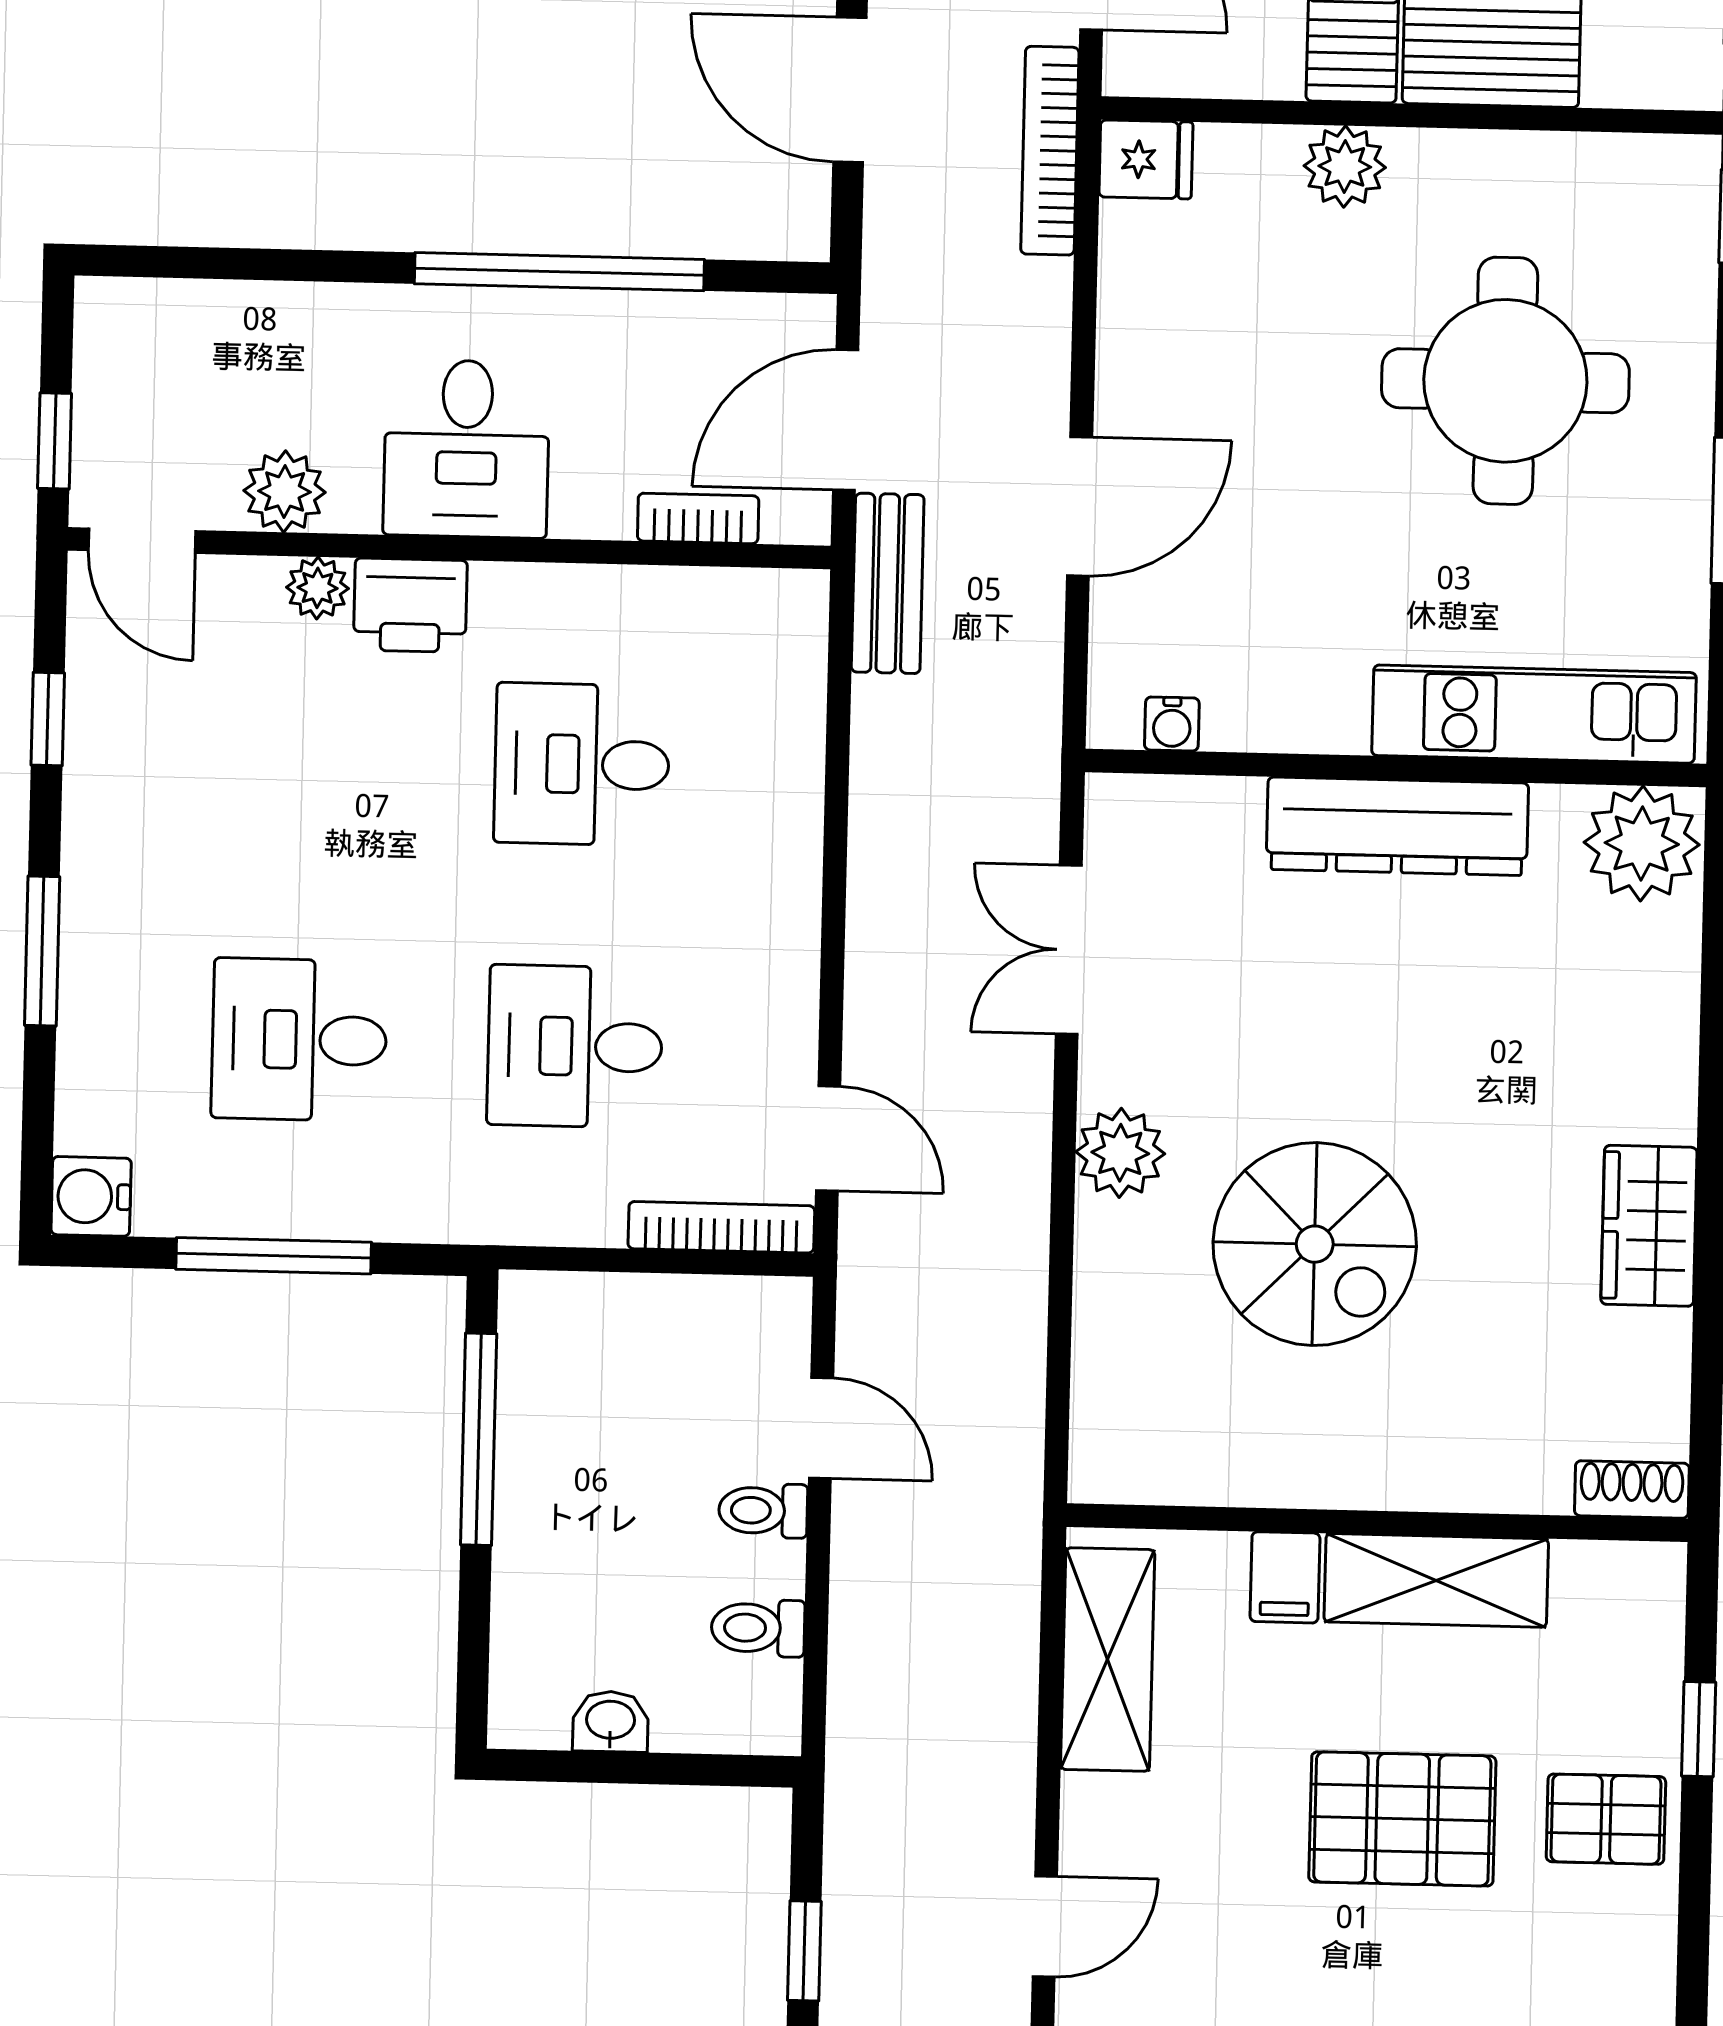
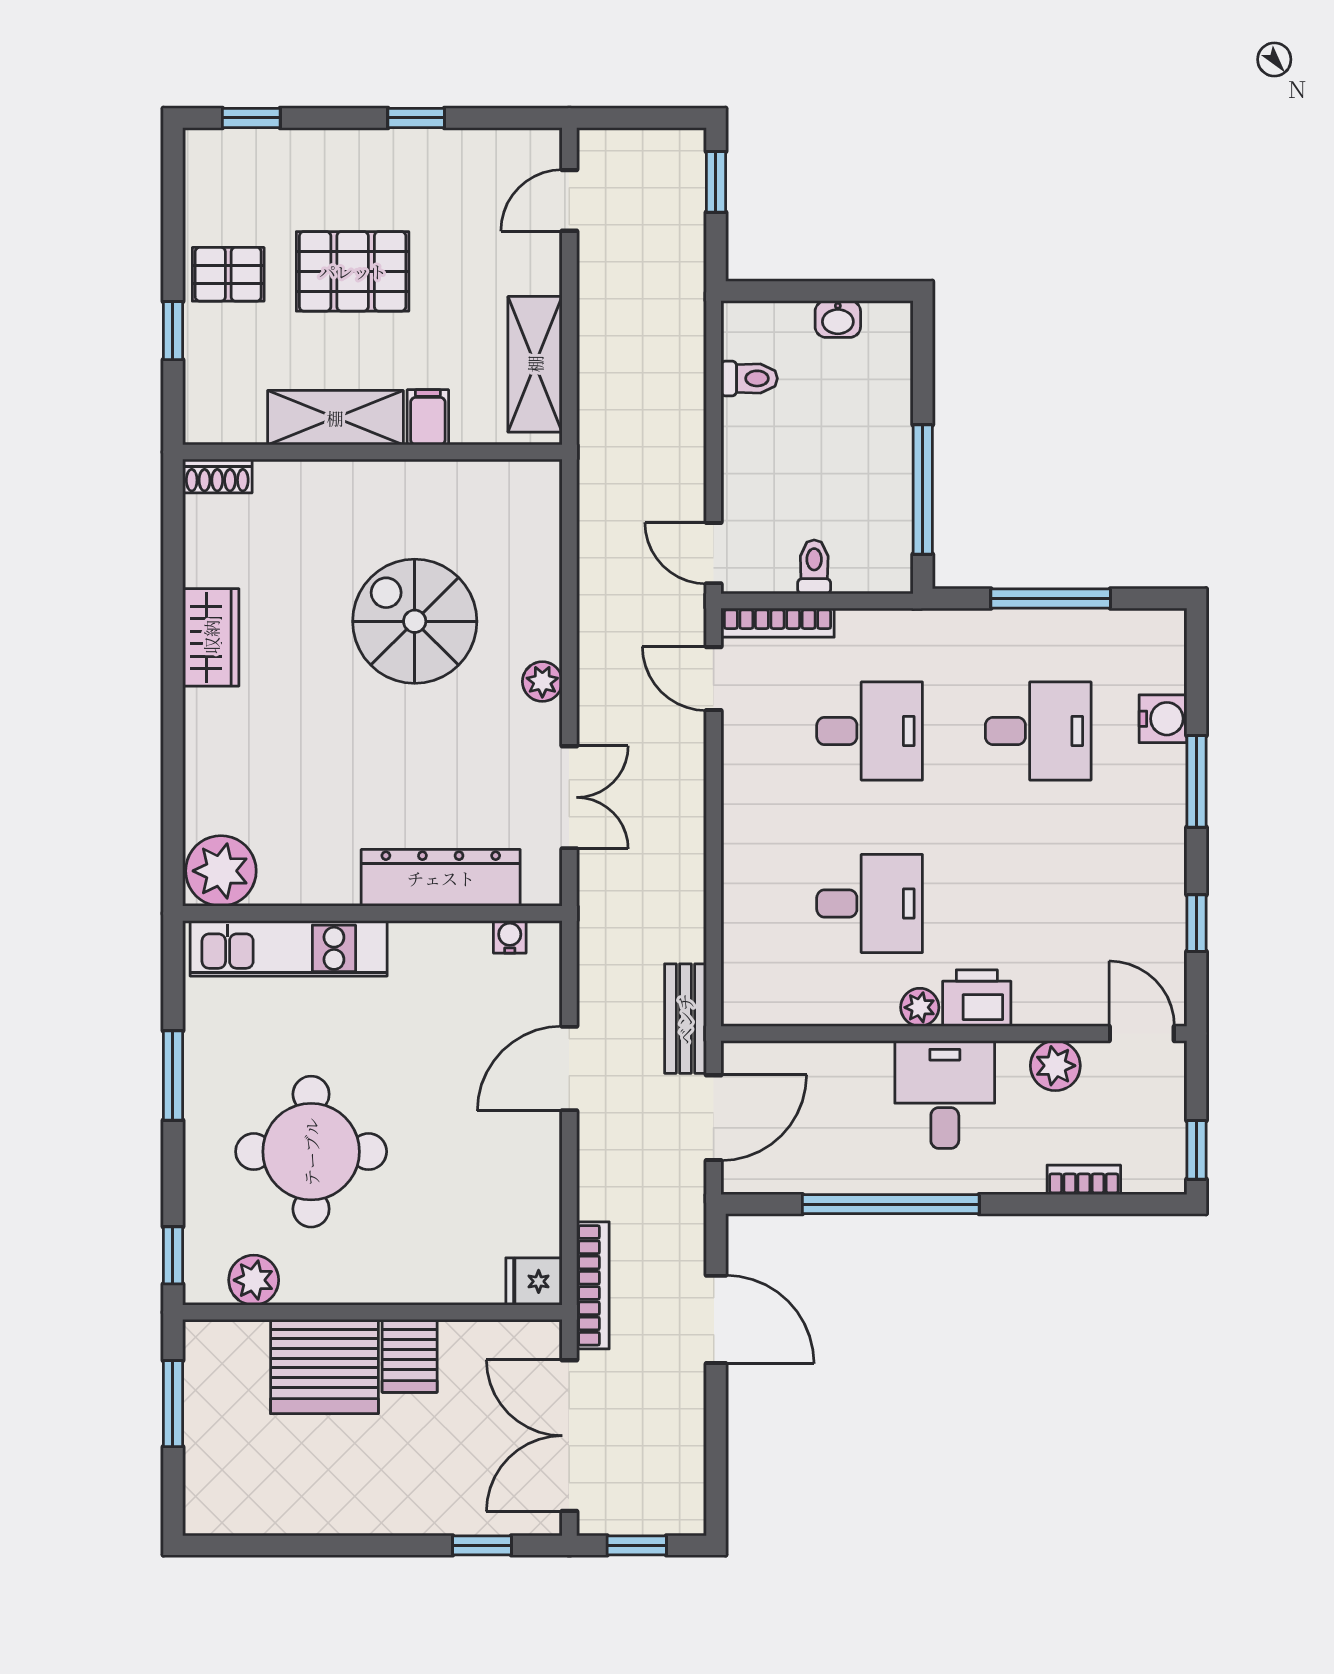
plant: (1345, 167) -> (254, 1280), moved
window: (55, 441) -> (1197, 1150), moved
bookcase: (698, 518) -> (1084, 1180), moved, turned 180
plant: (317, 588) -> (920, 1007), moved
dresser: (1397, 826) -> (441, 878), moved
plant: (1120, 1153) -> (542, 682), width x0.73, depth x0.73
water cooler: (91, 1196) -> (1163, 719), moved
door: (821, 1428) -> (714, 553), moved
toilet: (763, 1511) -> (814, 567), moved, turned -90

